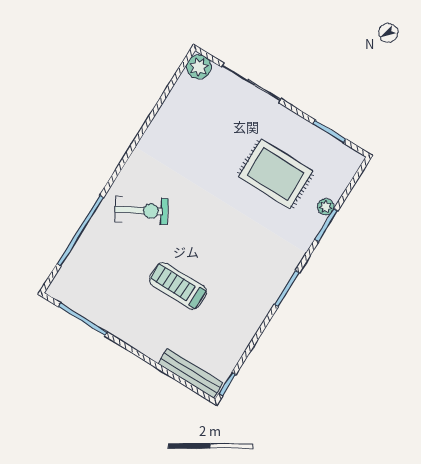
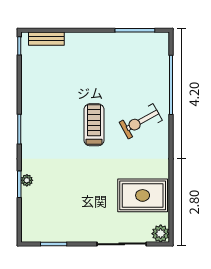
rug: (276, 174) -> (143, 195), moved
plant: (326, 207) -> (27, 180), moved
treadmill: (178, 286) -> (94, 125), moved, turned -90
bench: (191, 373) -> (46, 39), width x0.73

